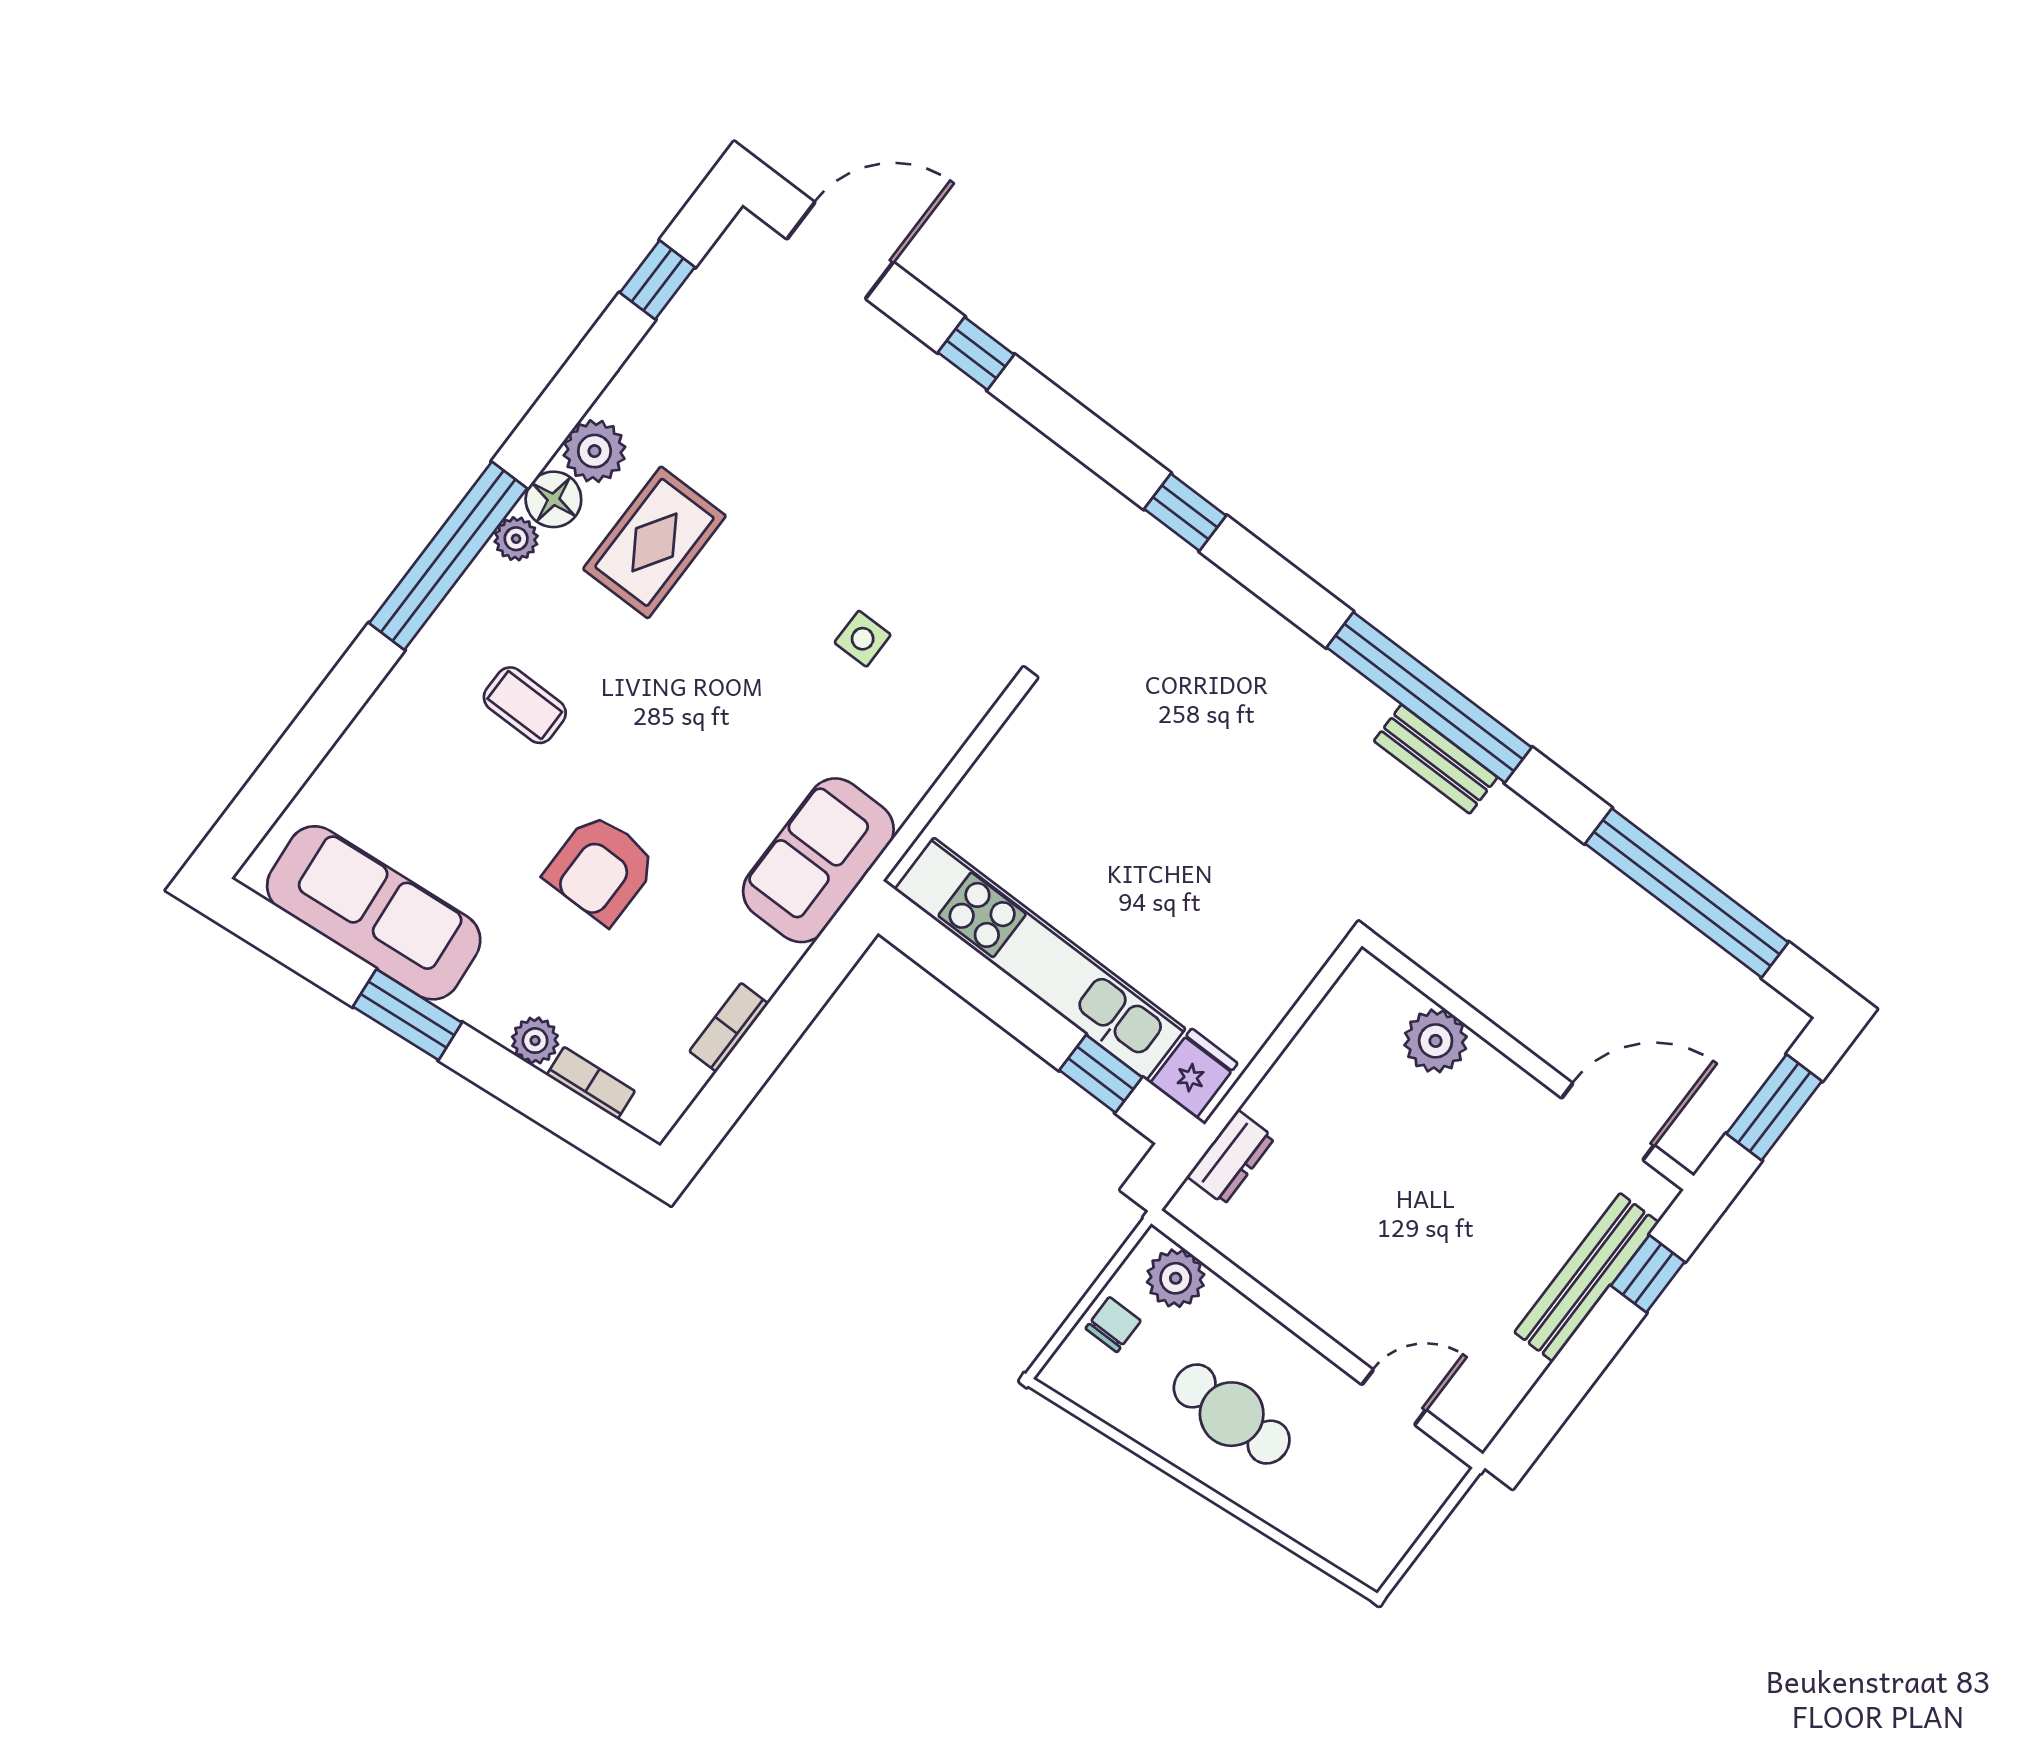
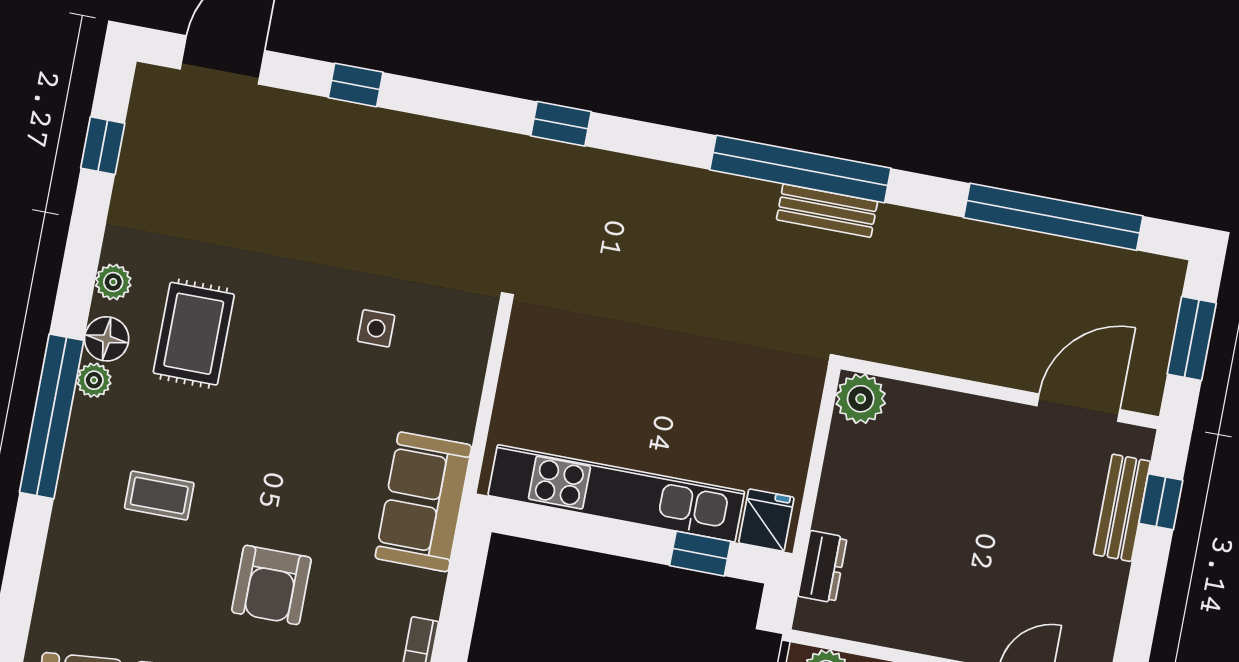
plant: (594, 451) -> (113, 282), width x0.73, depth x0.73
plant: (1436, 1041) -> (861, 399), moved
bench: (1587, 1277) -> (1122, 508), width x0.73

